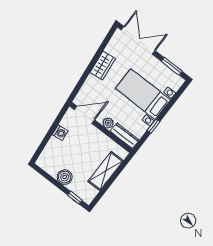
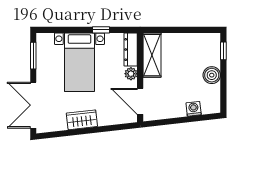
washing machine: (60, 133) -> (194, 109), moved
shelving: (106, 171) -> (152, 55), moved, turned 90

